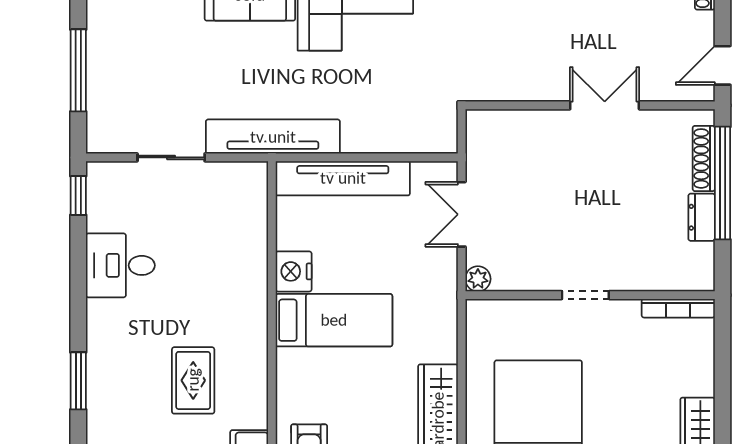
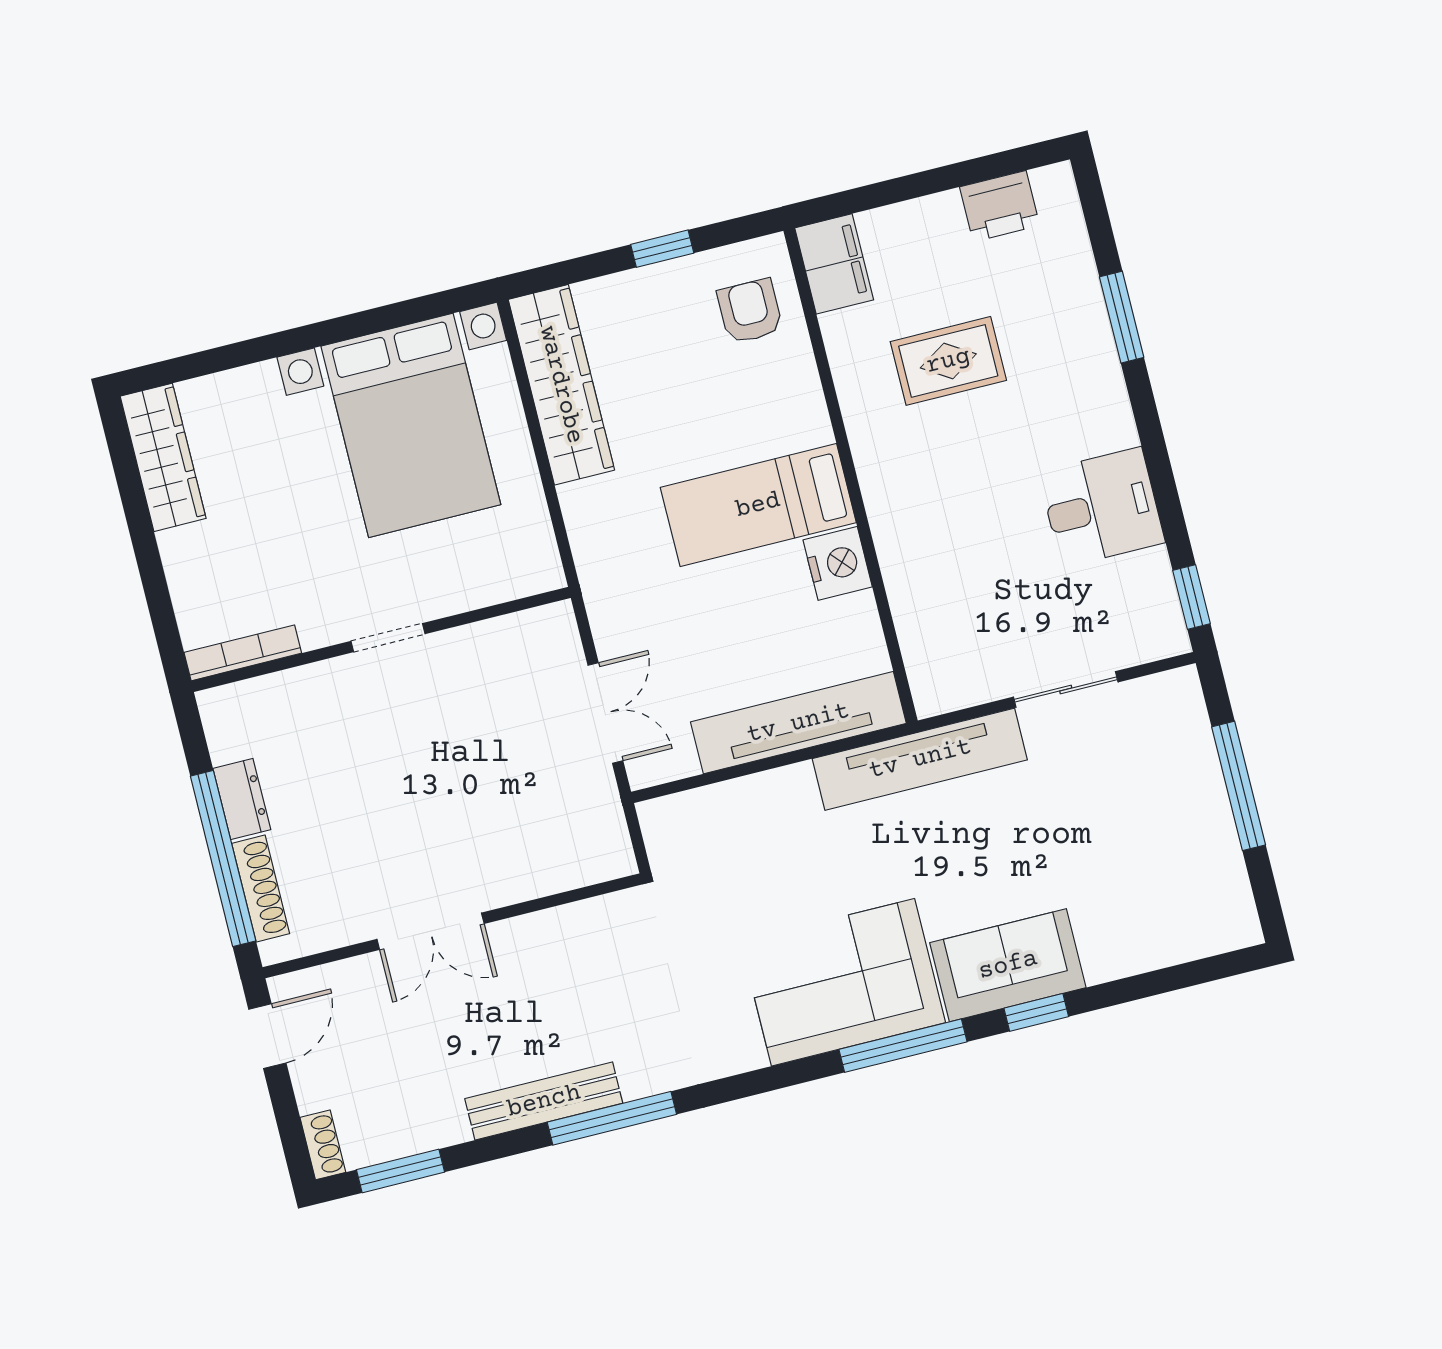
plant: (478, 279) -> (557, 622), removed
rug: (193, 380) -> (948, 361), turned 90

